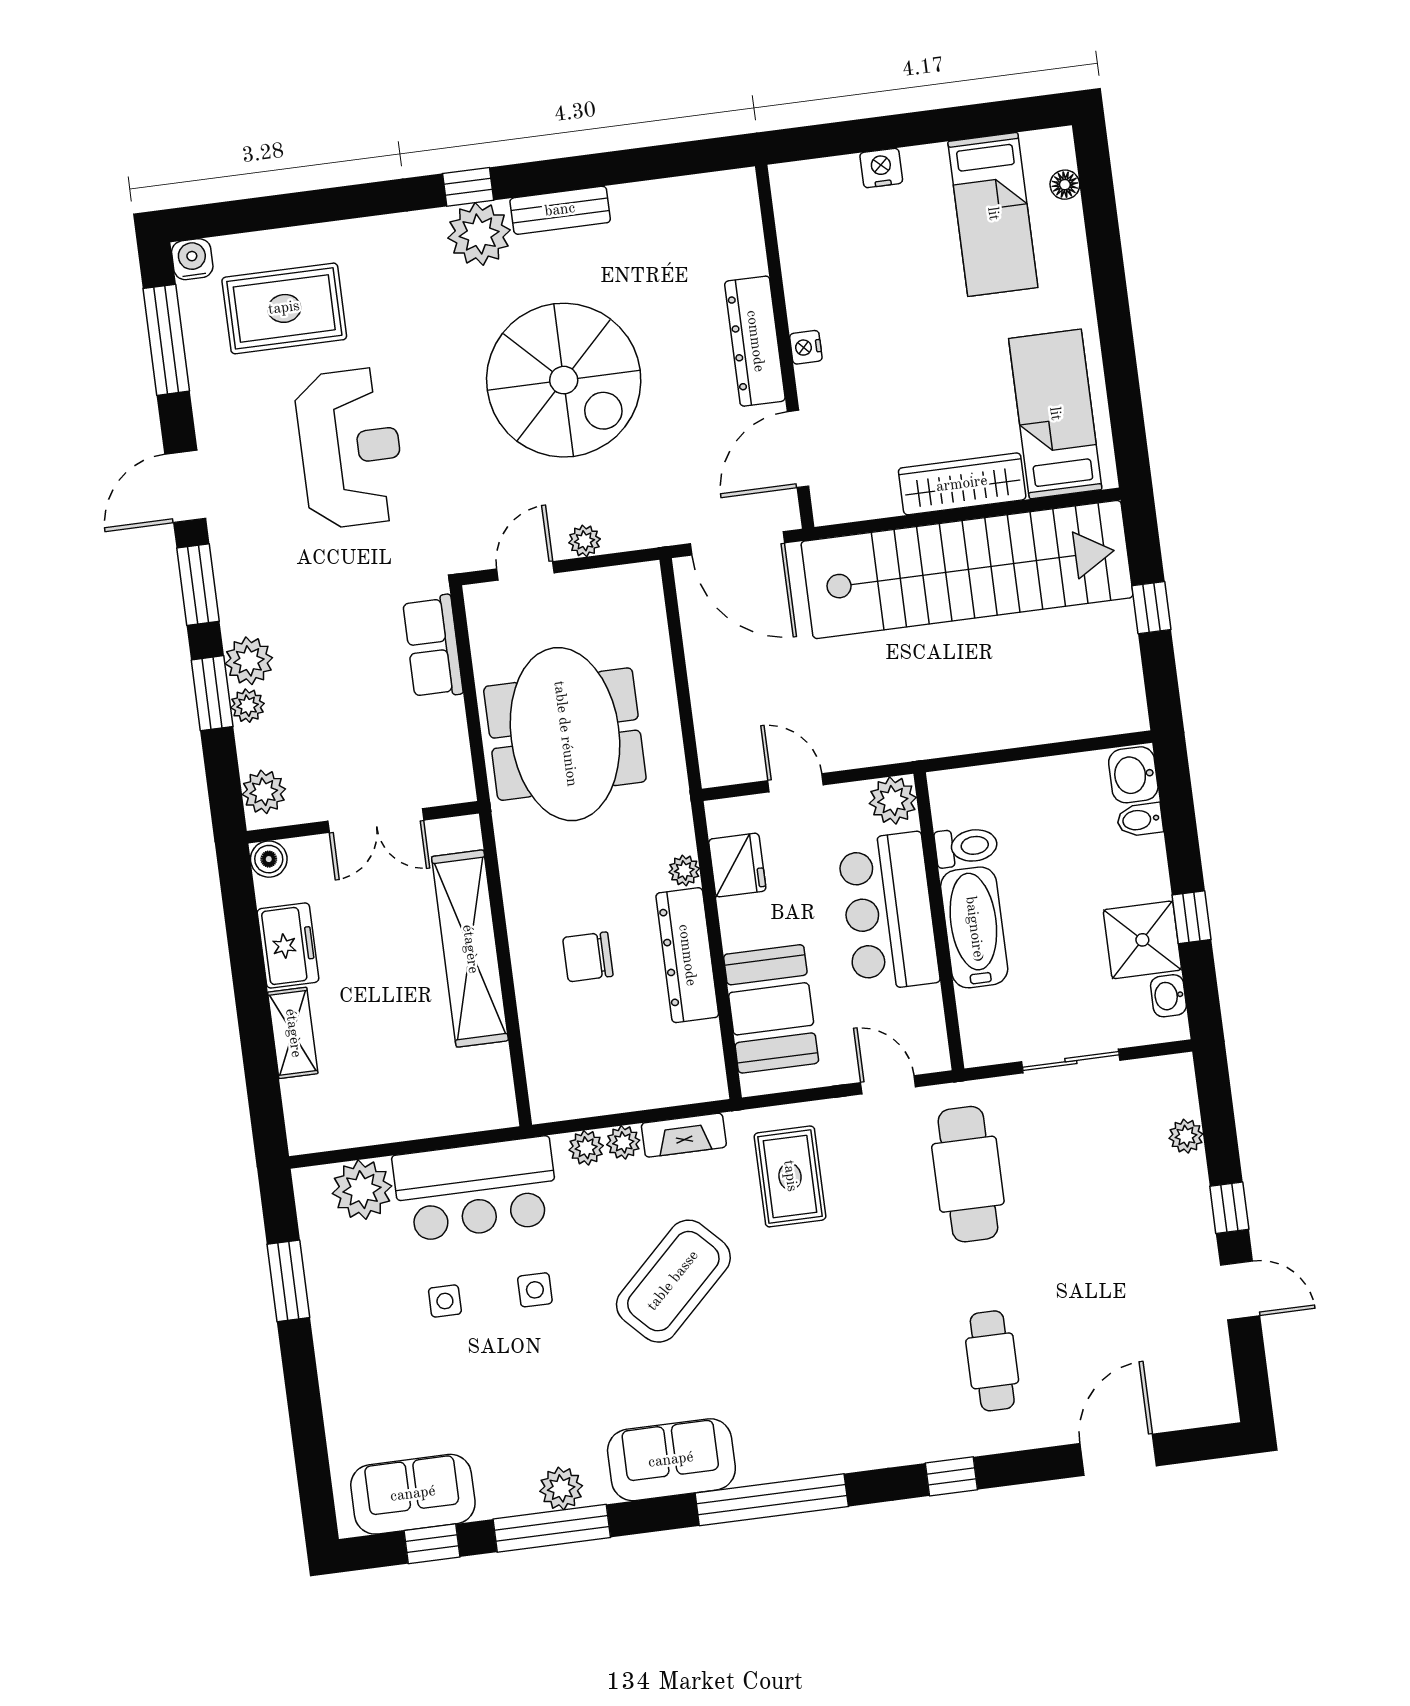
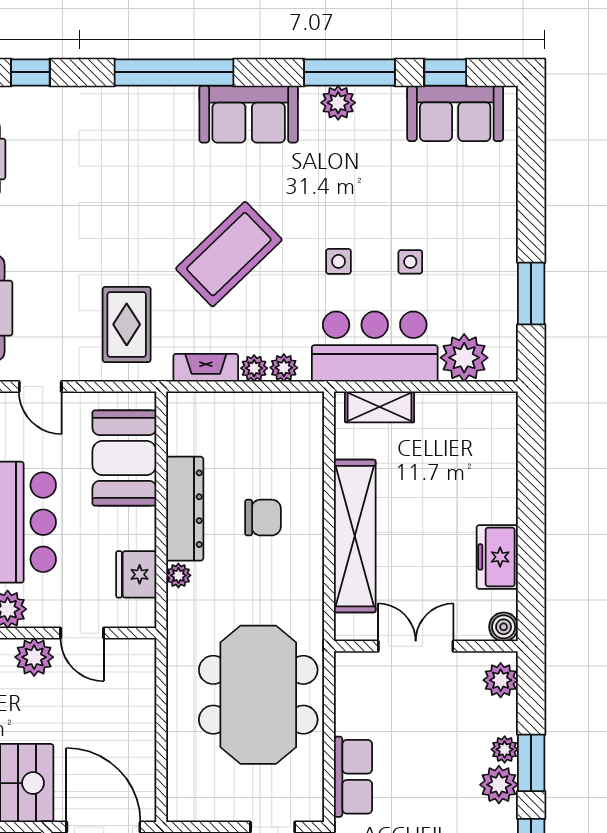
plant: (852, 745) -> (34, 657), added
shelving: (293, 1033) -> (380, 407), moved, turned 90

